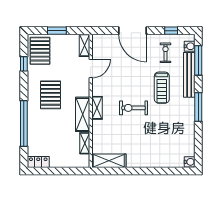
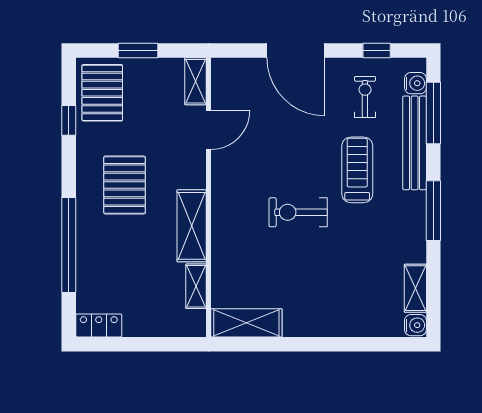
treadmill: (162, 88) -> (357, 170), turned 180
shelving: (97, 108) -> (415, 288), moved

